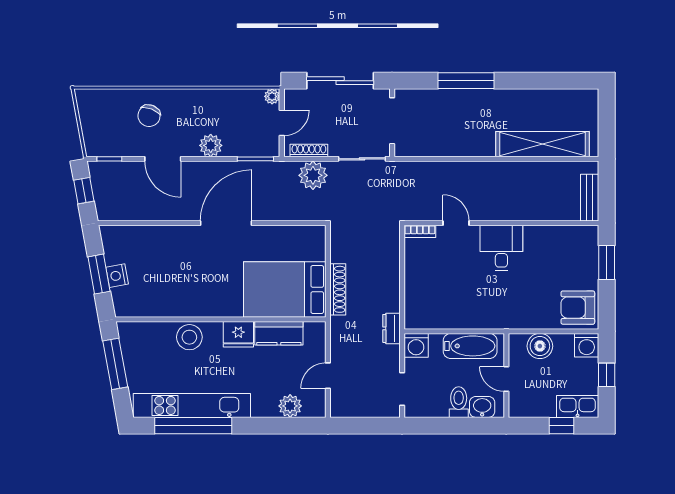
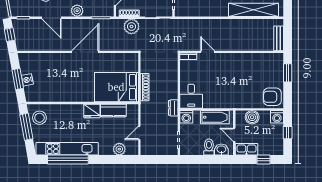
desk: (501, 248) -> (191, 96), moved, turned 180
stool: (189, 337) -> (39, 118), moved
kitchen sink: (578, 406) -> (246, 149), moved

